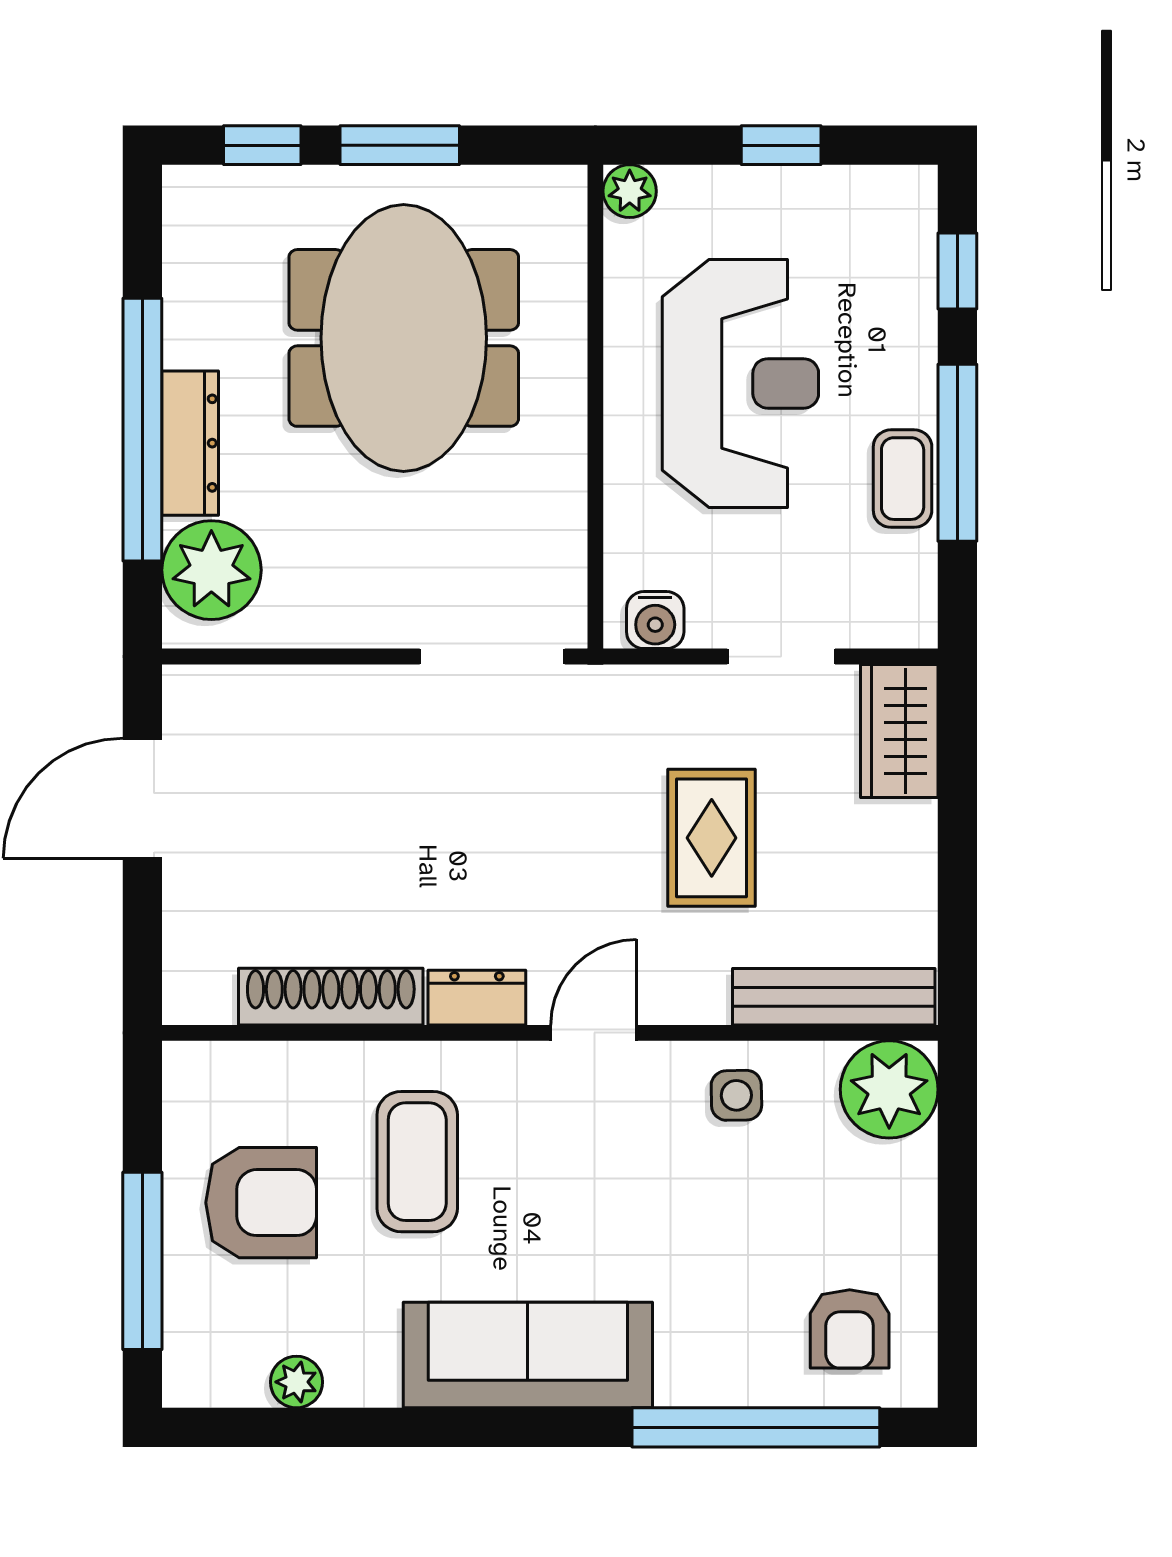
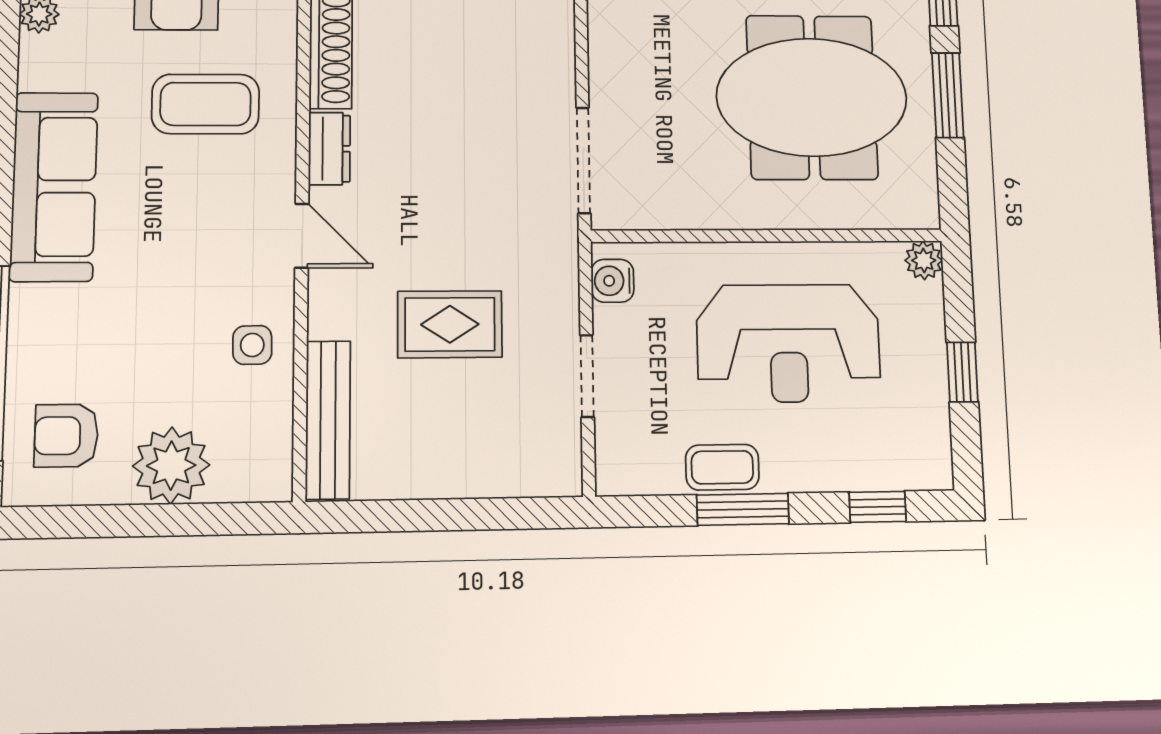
window: (957, 453) -> (743, 509), width x0.69
wardrobe: (899, 731) -> (532, 468), removed
plant: (889, 1089) -> (171, 465), moved

